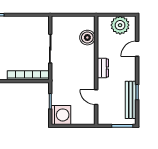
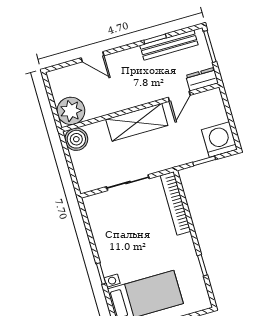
plant: (120, 25) -> (71, 111), moved
boiler: (87, 38) -> (76, 139), moved
shelving: (87, 65) -> (137, 122), added
dresser: (103, 68) -> (202, 79), moved

